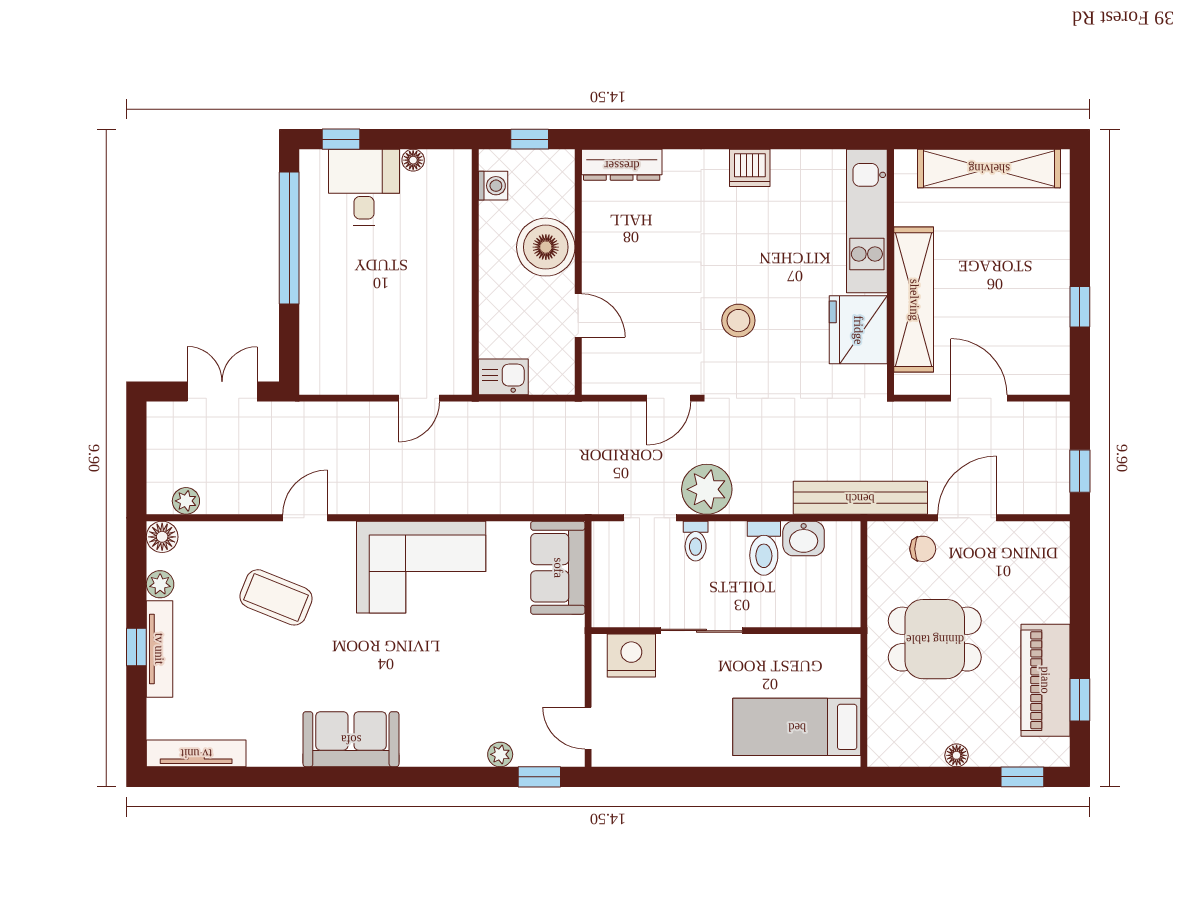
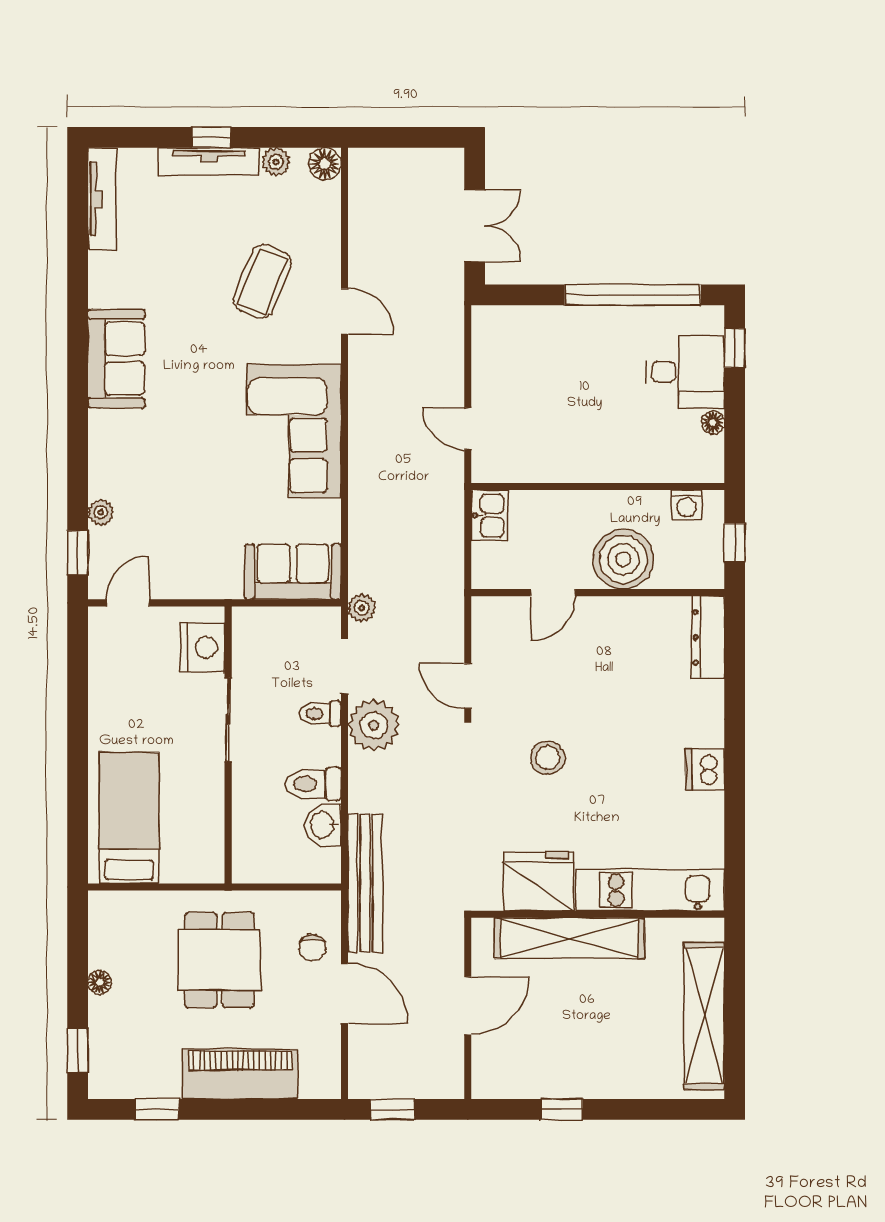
plant: (186, 501) -> (362, 608), moved
piano: (1045, 680) -> (240, 1074), moved

